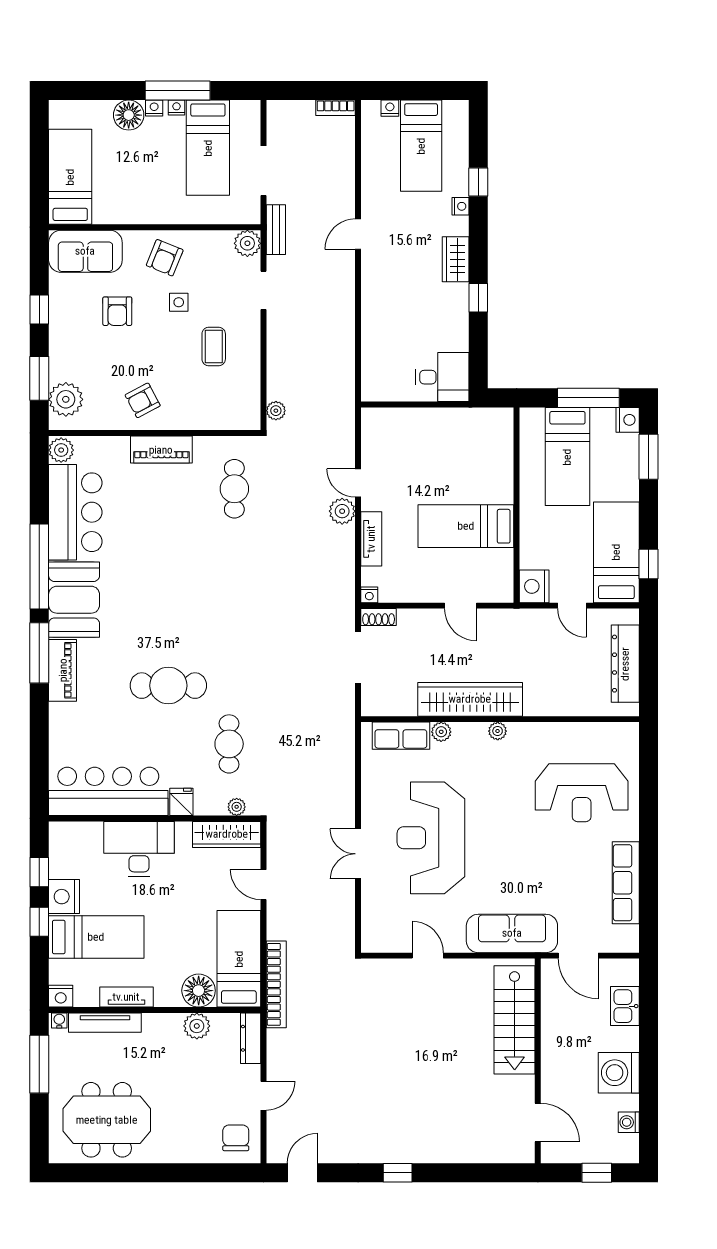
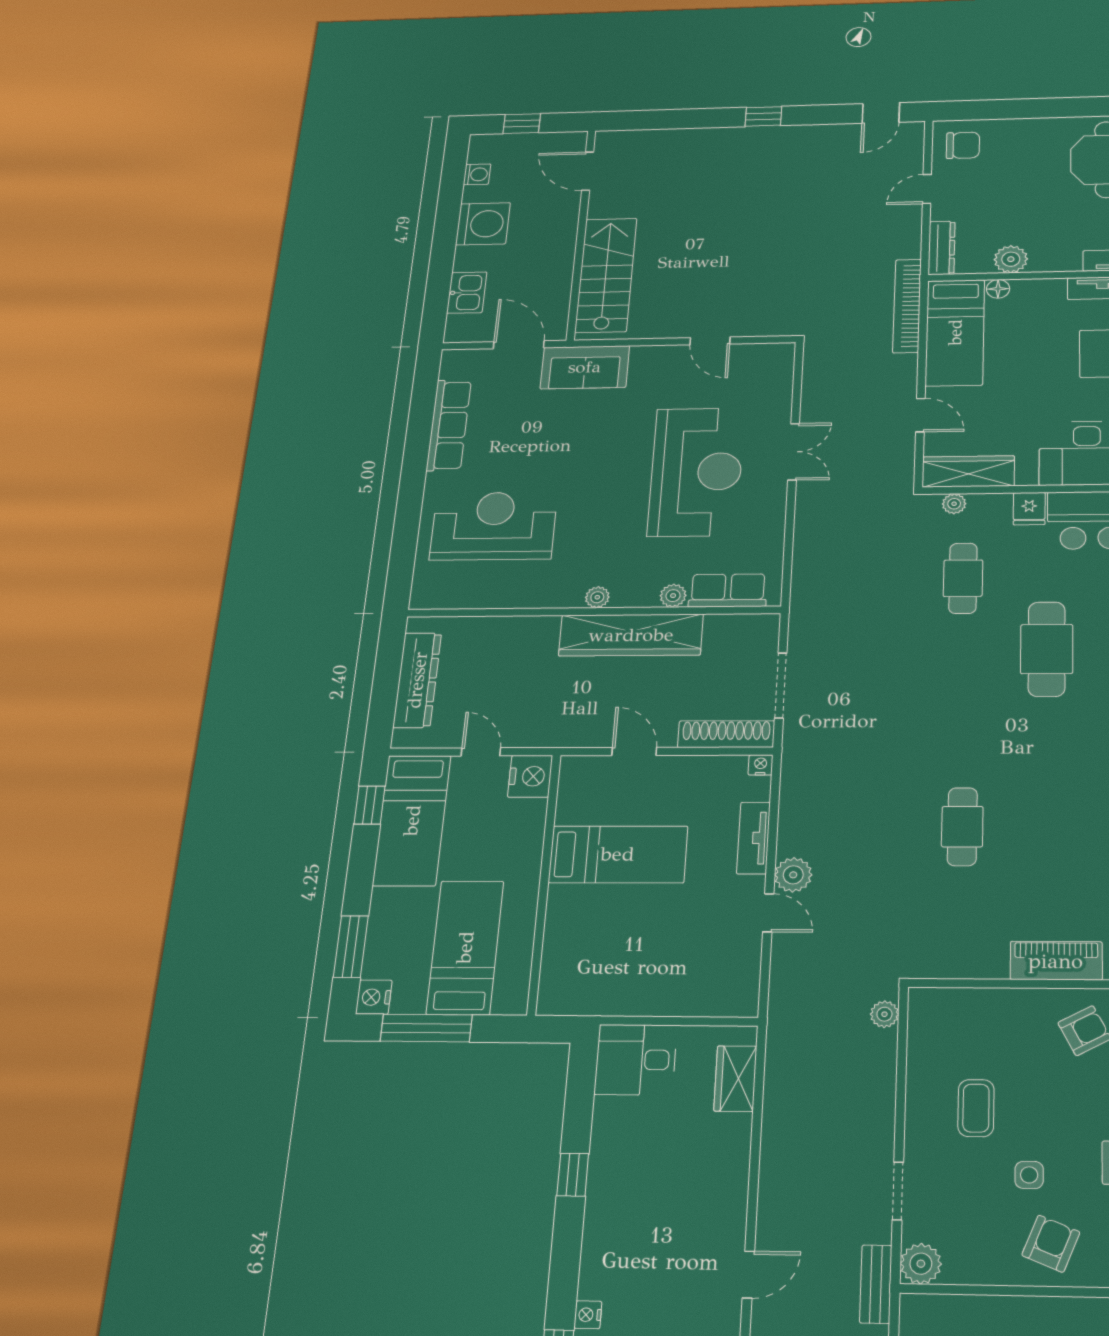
wardrobe: (456, 259) -> (735, 1079), moved, turned 180
cafe table: (234, 489) -> (962, 827), moved
shoe rack: (379, 617) -> (726, 734), width x1.94, depth x1.24
cafe table: (168, 686) -> (1047, 649), turned 90
sofa: (512, 933) -> (585, 367), width x0.73
floor lamp: (199, 991) -> (998, 289), width x0.53, depth x0.53
chair: (236, 1138) -> (963, 145), turned -90

